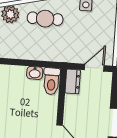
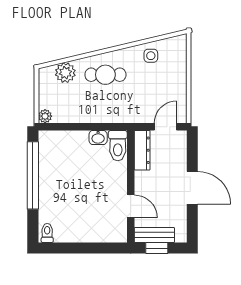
dresser: (73, 81) -> (142, 150), width x1.44

